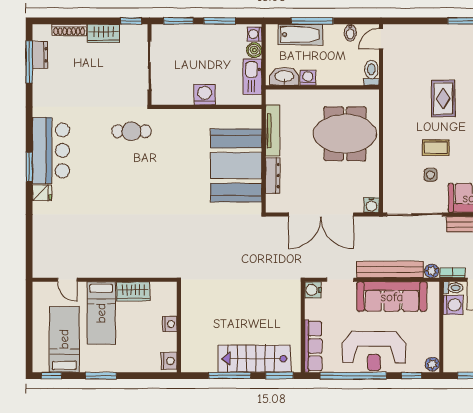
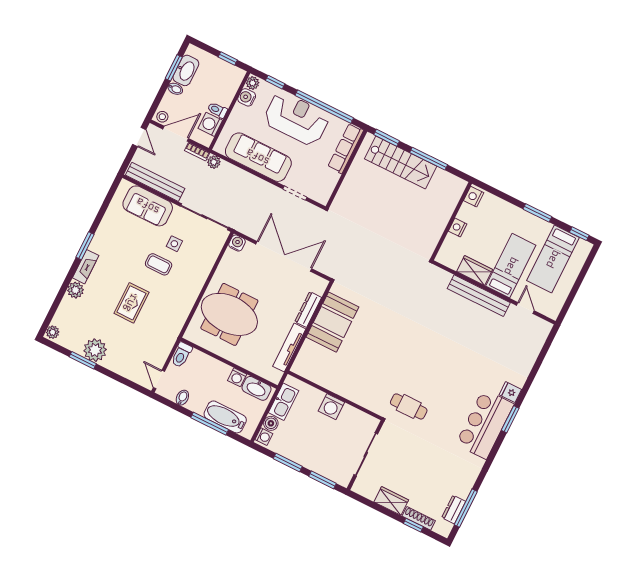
window: (131, 21) -> (413, 525), moved
plant: (455, 36) -> (95, 350), added
door: (381, 39) -> (159, 380), swing flipped
booth: (236, 166) -> (332, 322), width x0.73, depth x0.70
bench: (390, 269) -> (479, 296), moved
toilet: (453, 288) -> (217, 110), moved
water cooler: (313, 290) -> (247, 97), moved, turned 180

